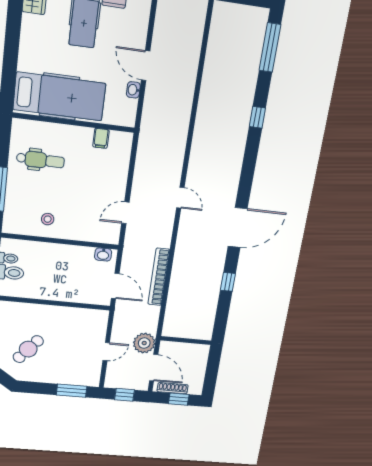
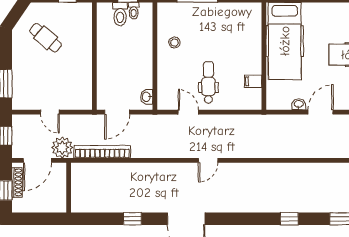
dental chair: (40, 160) -> (208, 82), moved, turned 180
bookcase: (159, 277) -> (102, 152), moved

